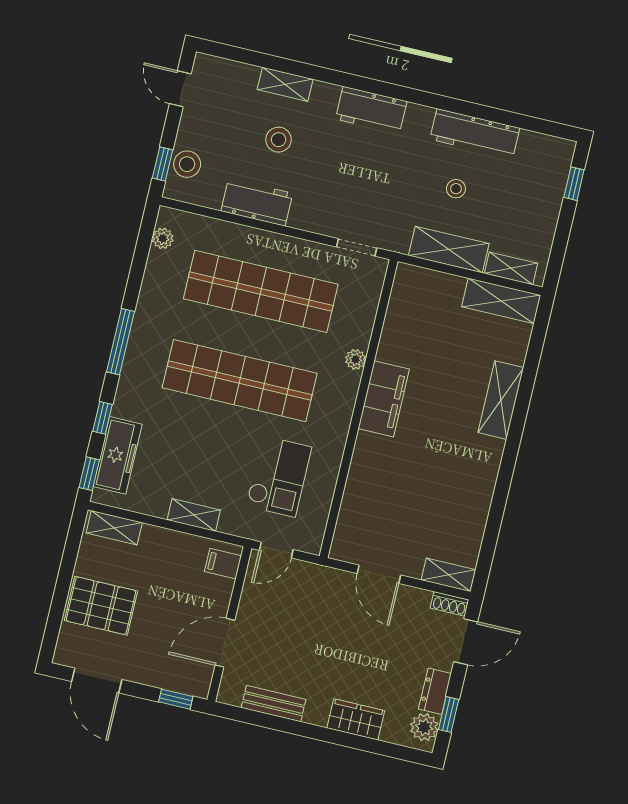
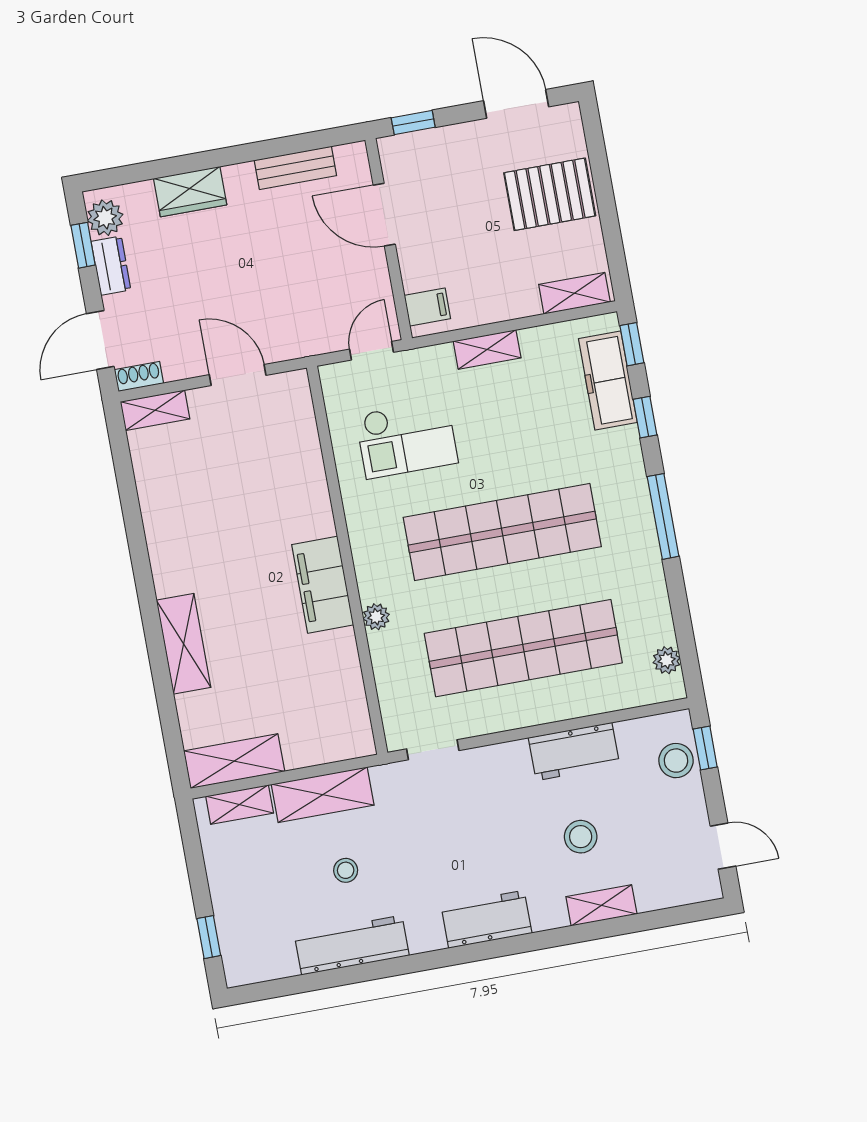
checkout: (279, 476) -> (407, 439), turned -90
door: (225, 643) -> (384, 215), swing flipped

